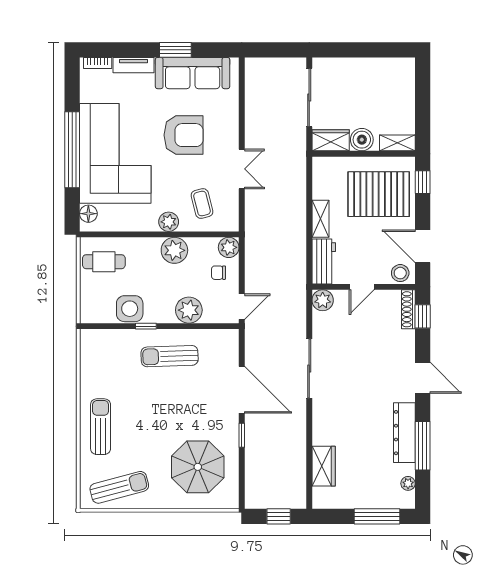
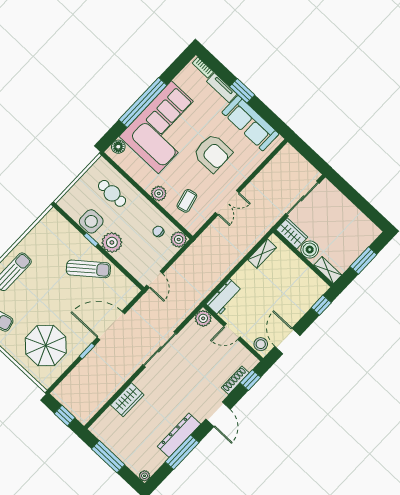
window: (175, 50) -> (242, 91), moved
window: (423, 102) -> (363, 260), added
pallet: (379, 194) -> (290, 289), removed
shelving: (320, 219) -> (262, 254), moved
plant: (174, 250) -> (147, 212), removed
cafe table: (104, 262) -> (112, 193), moved
chair: (218, 273) -> (158, 231), moved
door: (242, 307) -> (155, 279), hinge flipped
shoe rack: (408, 309) -> (235, 380), moved
plant: (189, 310) -> (112, 242), moved
sun lounger: (170, 356) -> (88, 269), turned 143
door: (242, 390) -> (111, 326), swing flipped
wardrobe: (324, 466) -> (127, 400), moved
plant: (408, 483) -> (145, 476), moved
window: (377, 516) -> (108, 457), moved

